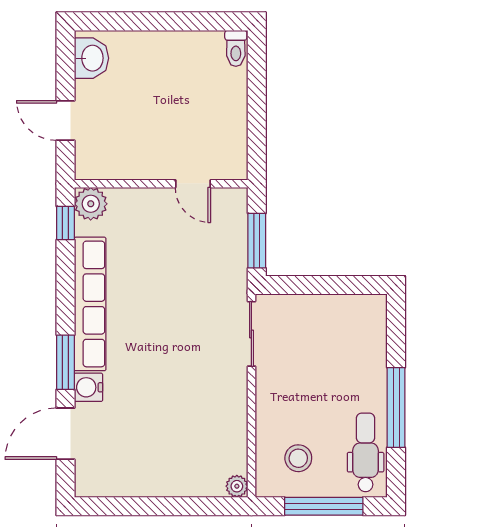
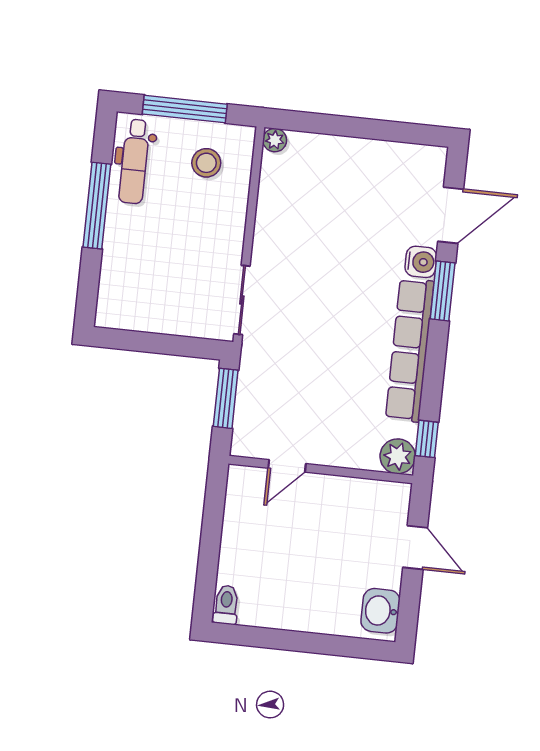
door: (193, 184) -> (287, 466), swing flipped

